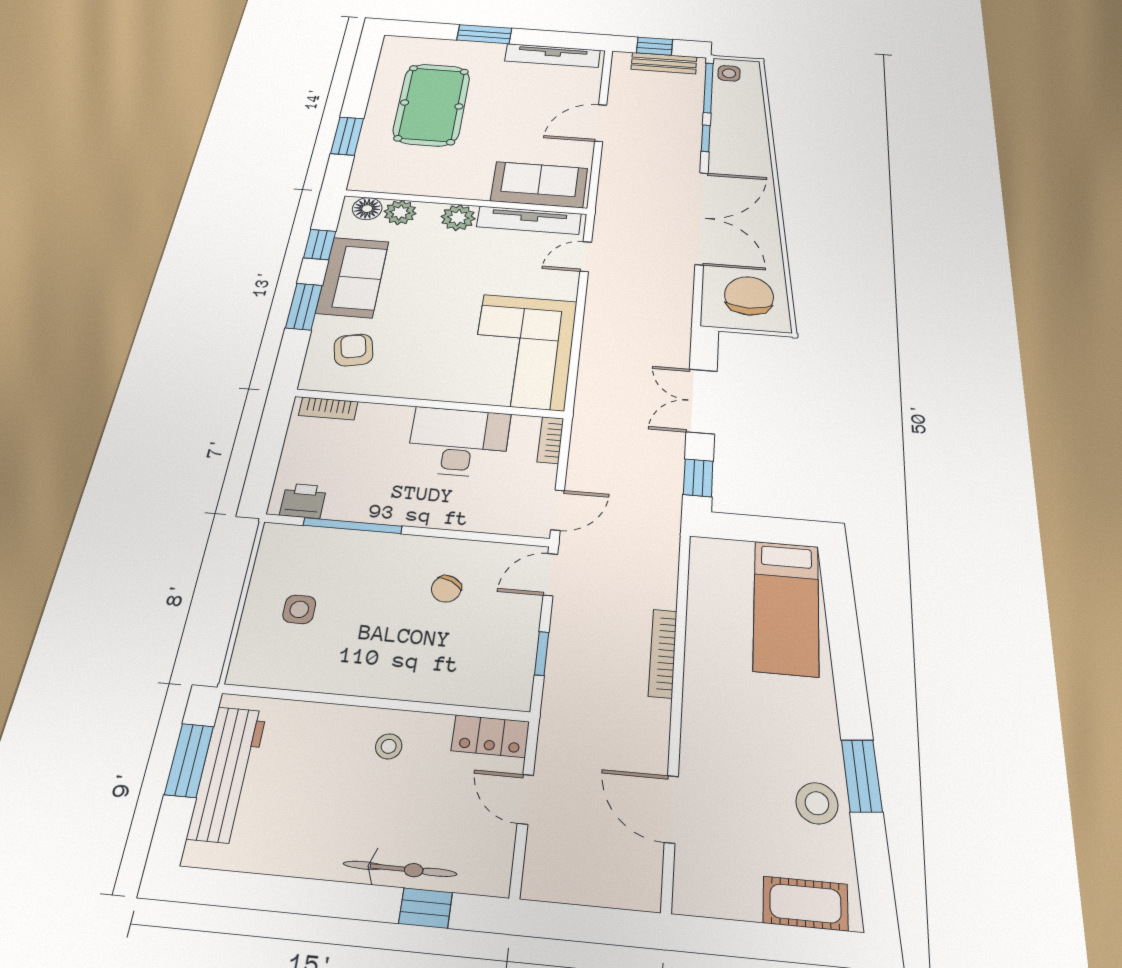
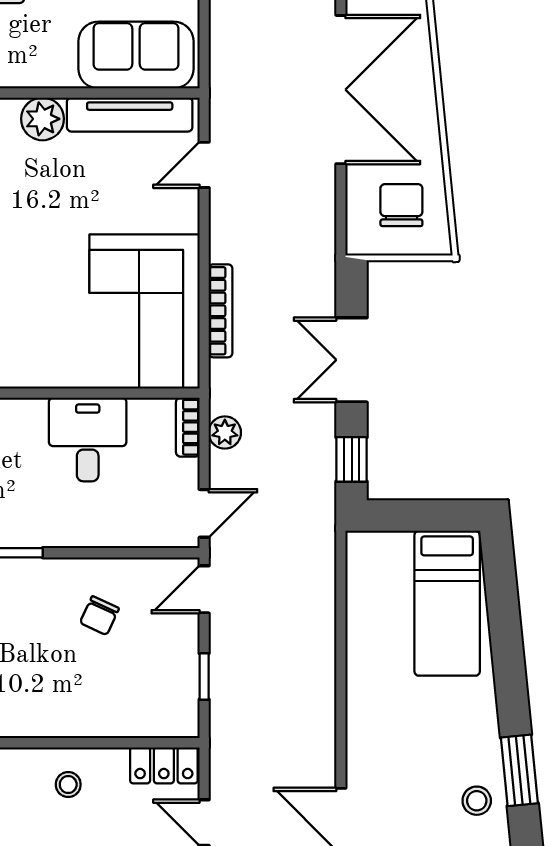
chair: (749, 296) -> (401, 205), width x0.73, depth x0.73
desk: (459, 442) -> (88, 440), width x0.73
plant: (584, 447) -> (225, 433), added
bookcase: (663, 653) -> (221, 311), moved, turned 180
stool: (817, 803) -> (477, 801), width x0.73, depth x0.73

